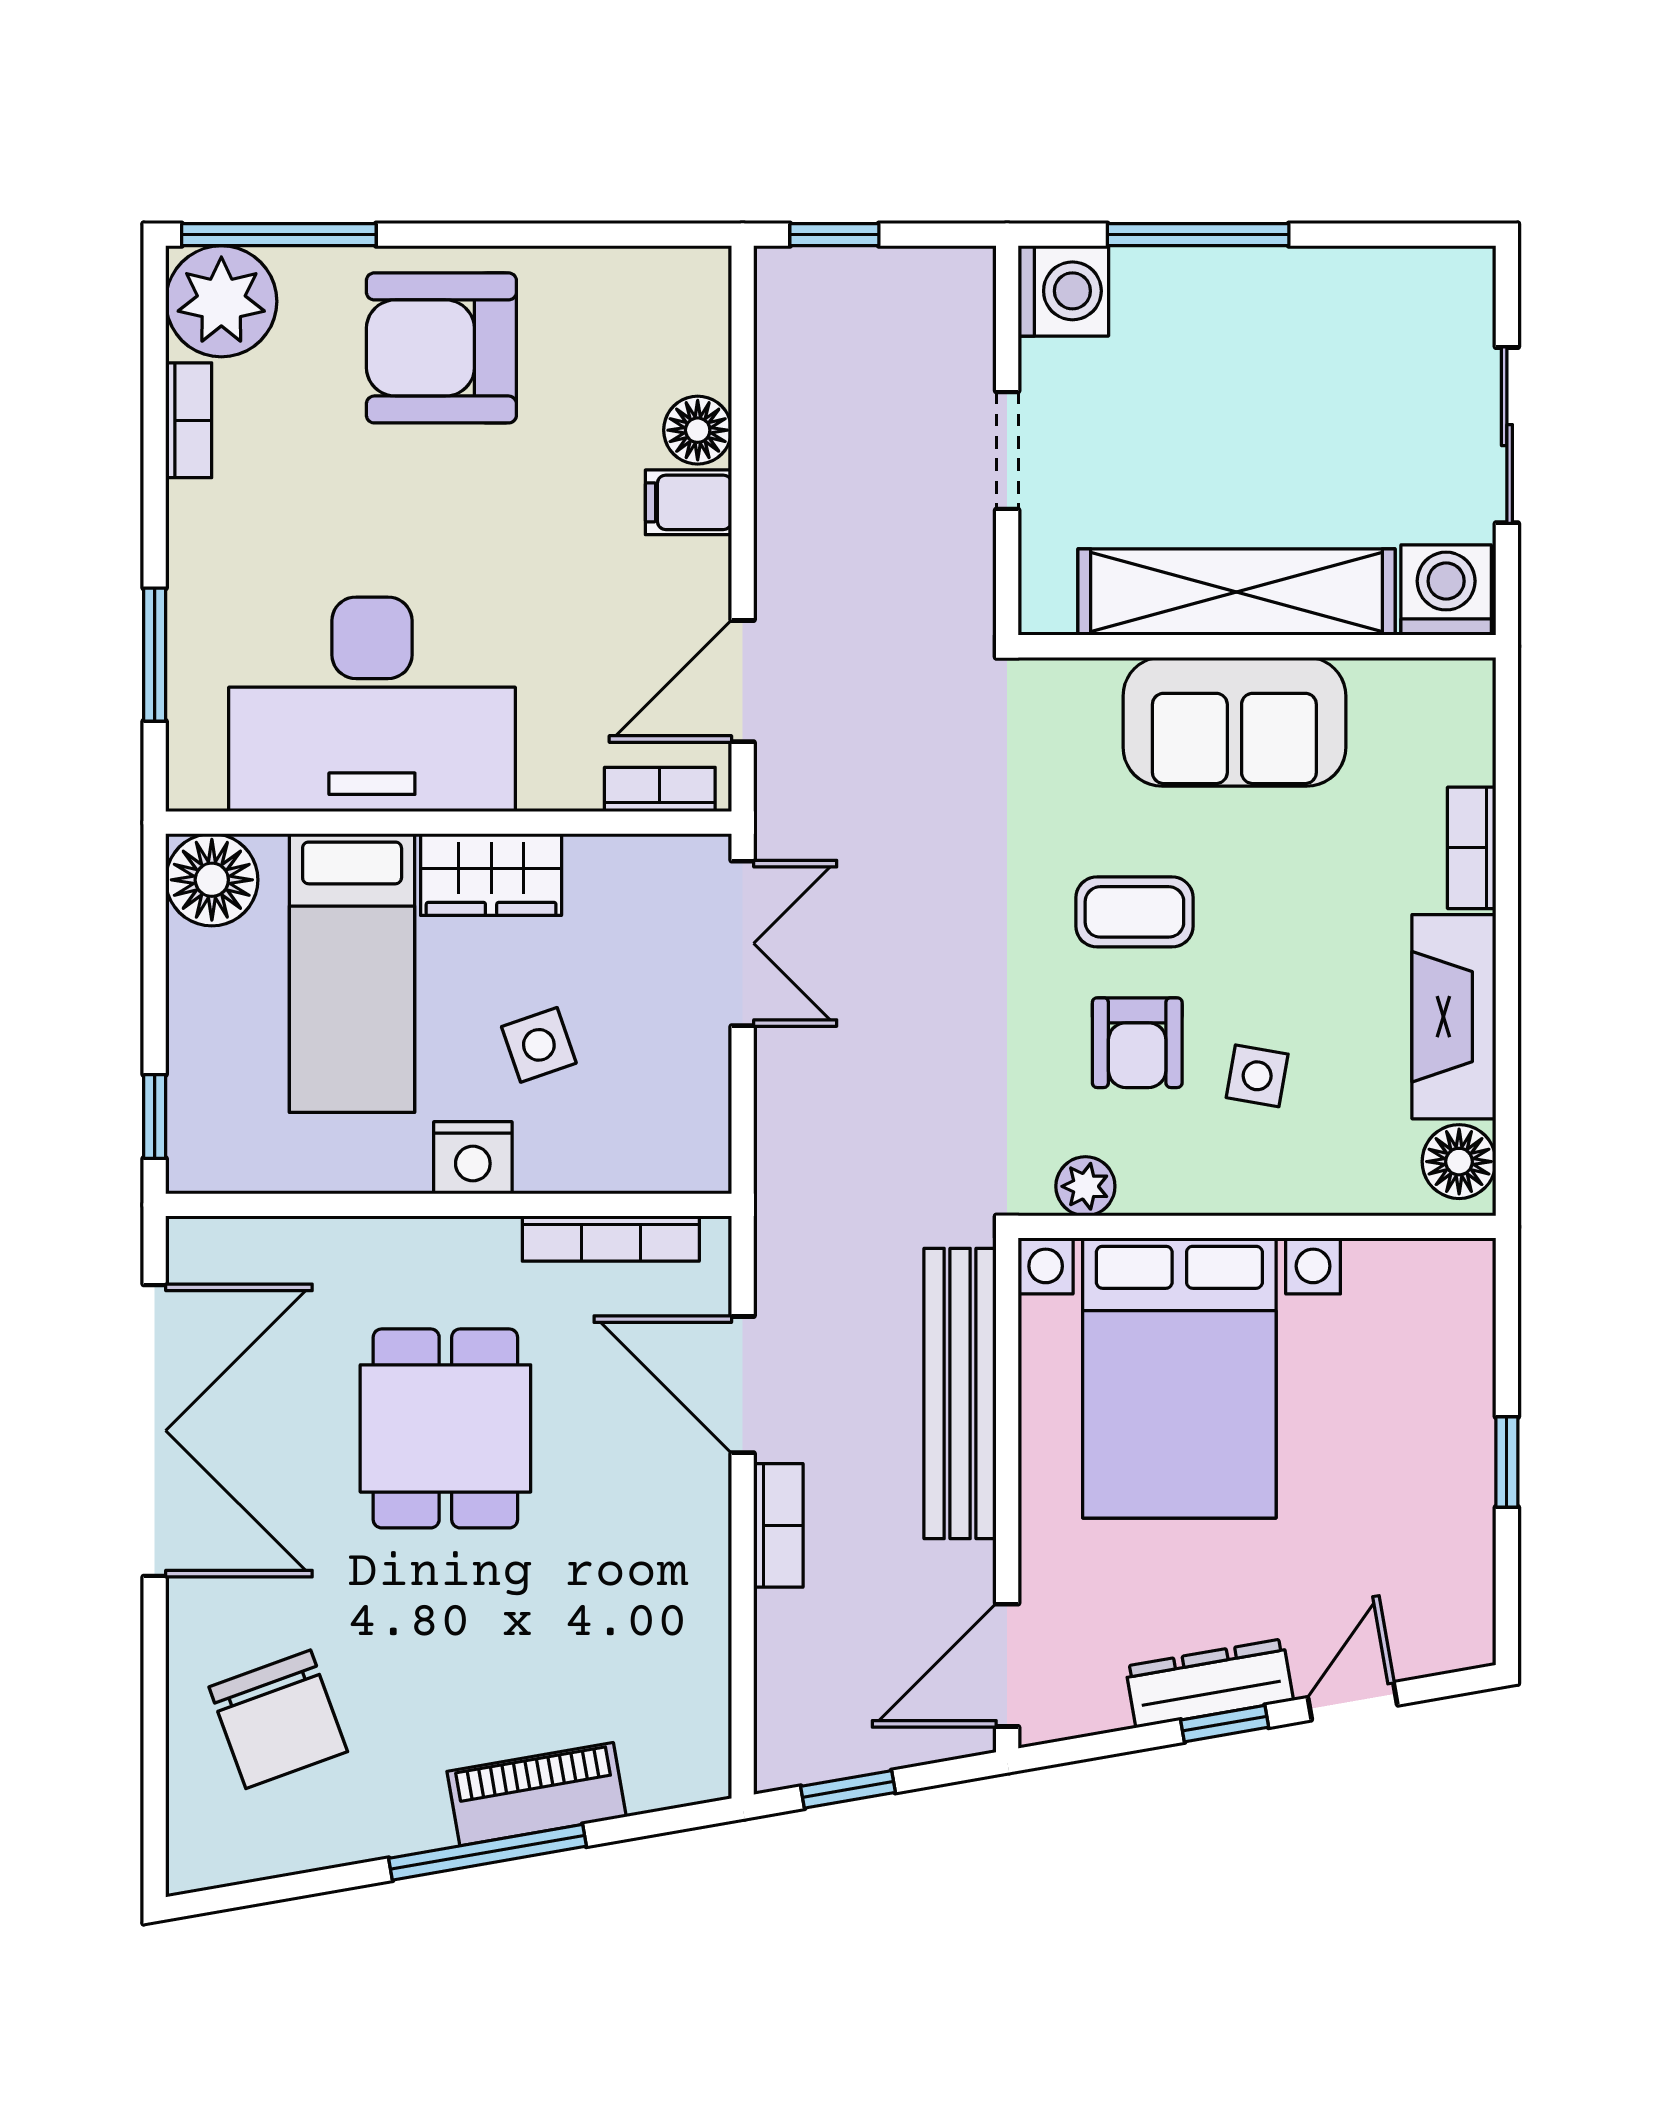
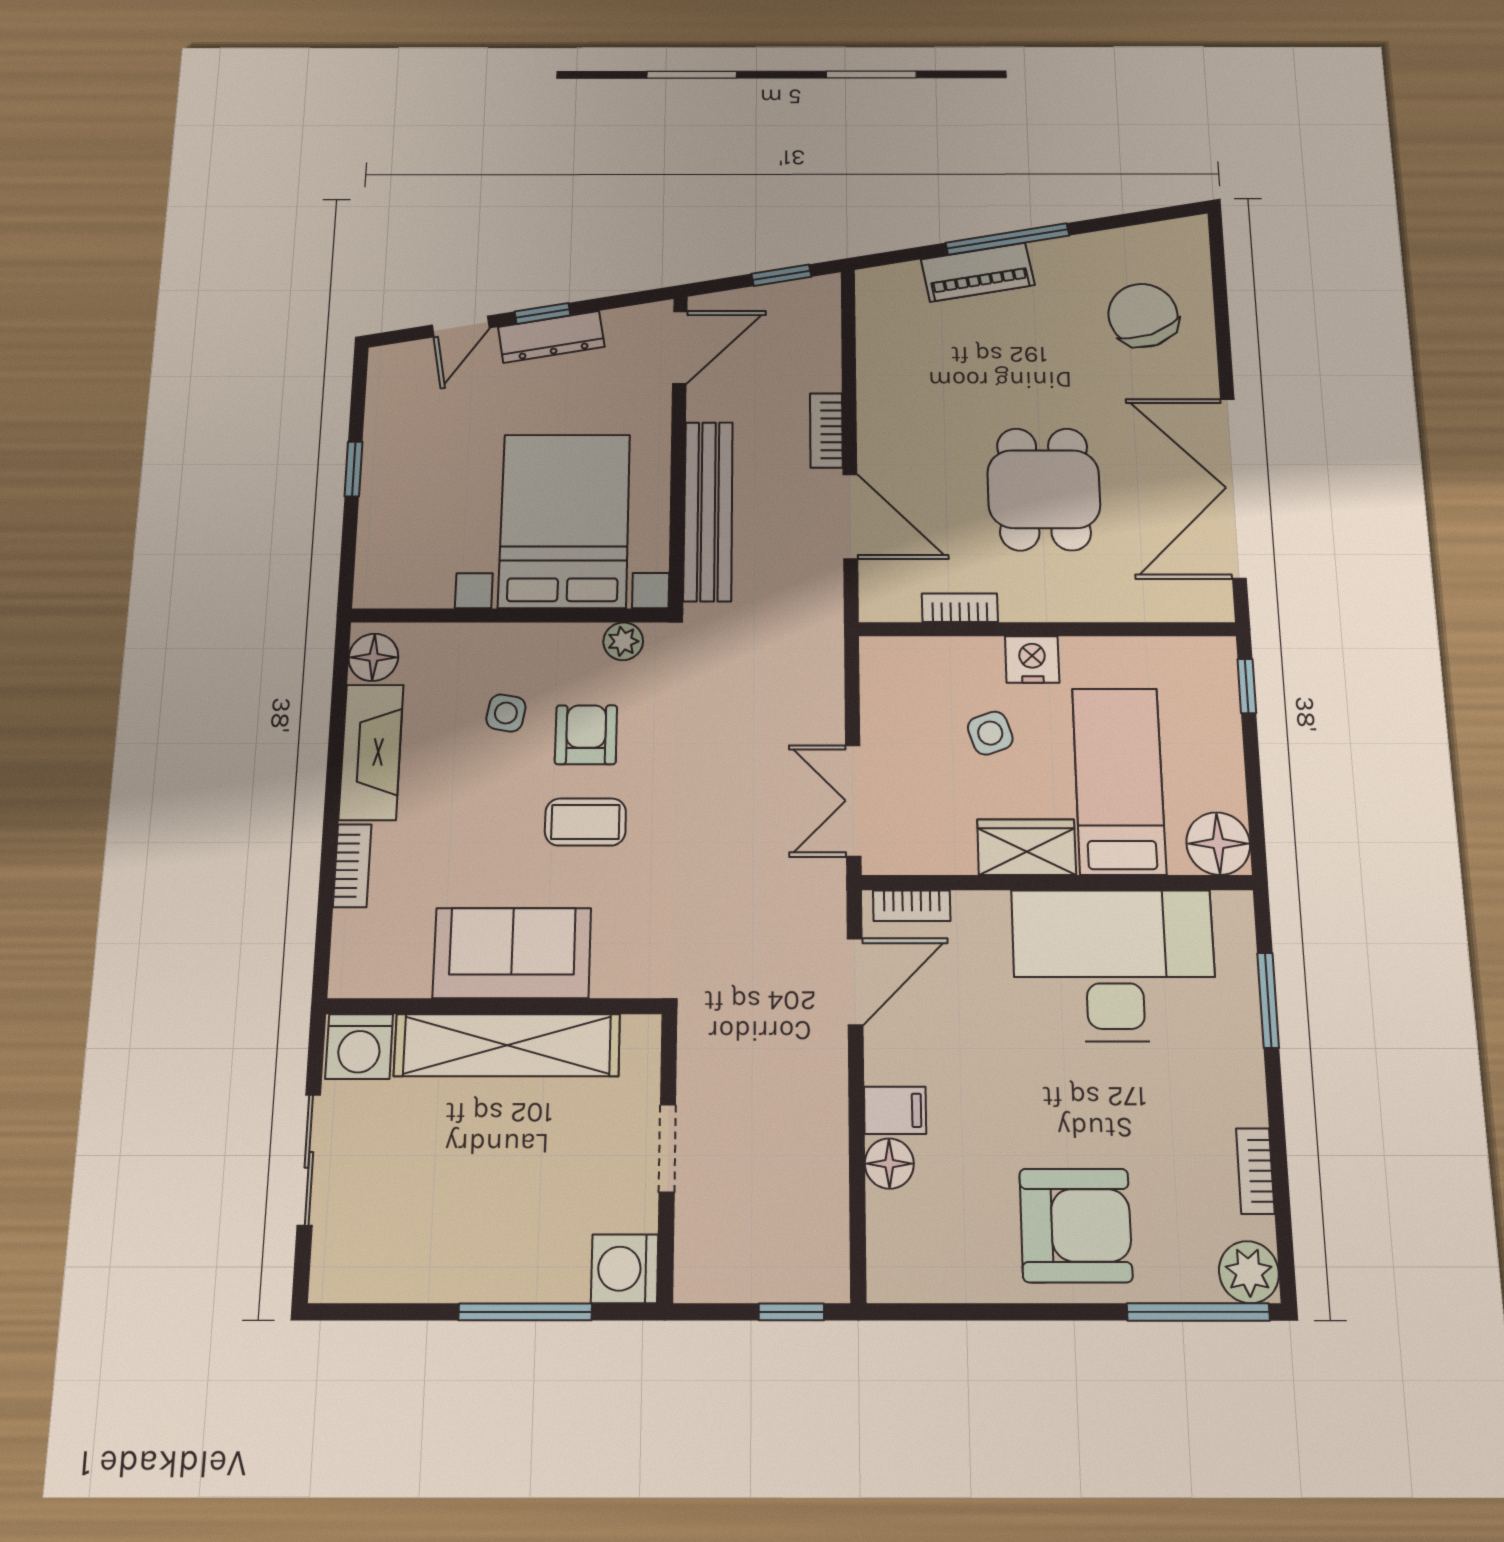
plant: (221, 301) -> (1249, 1272), width x0.73, depth x0.73
bookcase: (611, 1239) -> (960, 608), width x0.64

